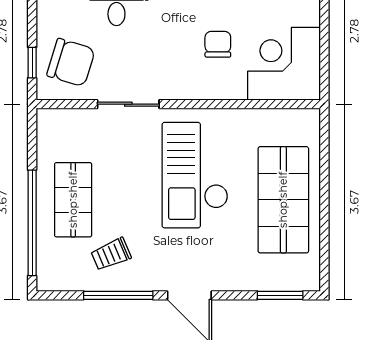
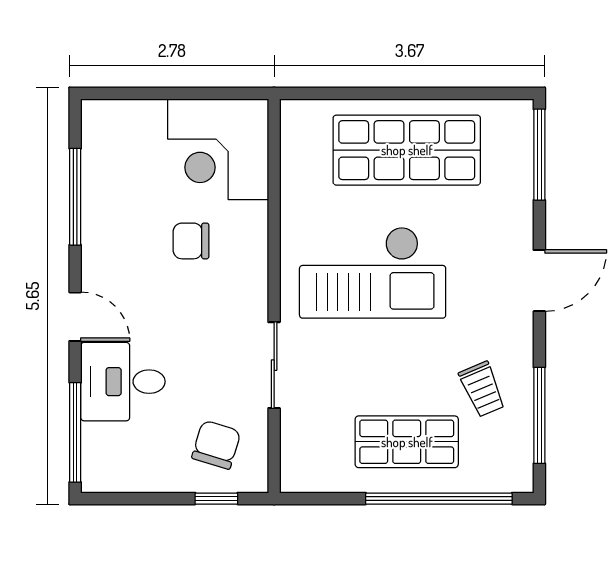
chair: (71, 62) -> (216, 445), width x0.73, depth x0.73
window: (118, 295) -> (539, 415), moved
window: (280, 295) -> (539, 155), width x1.44

